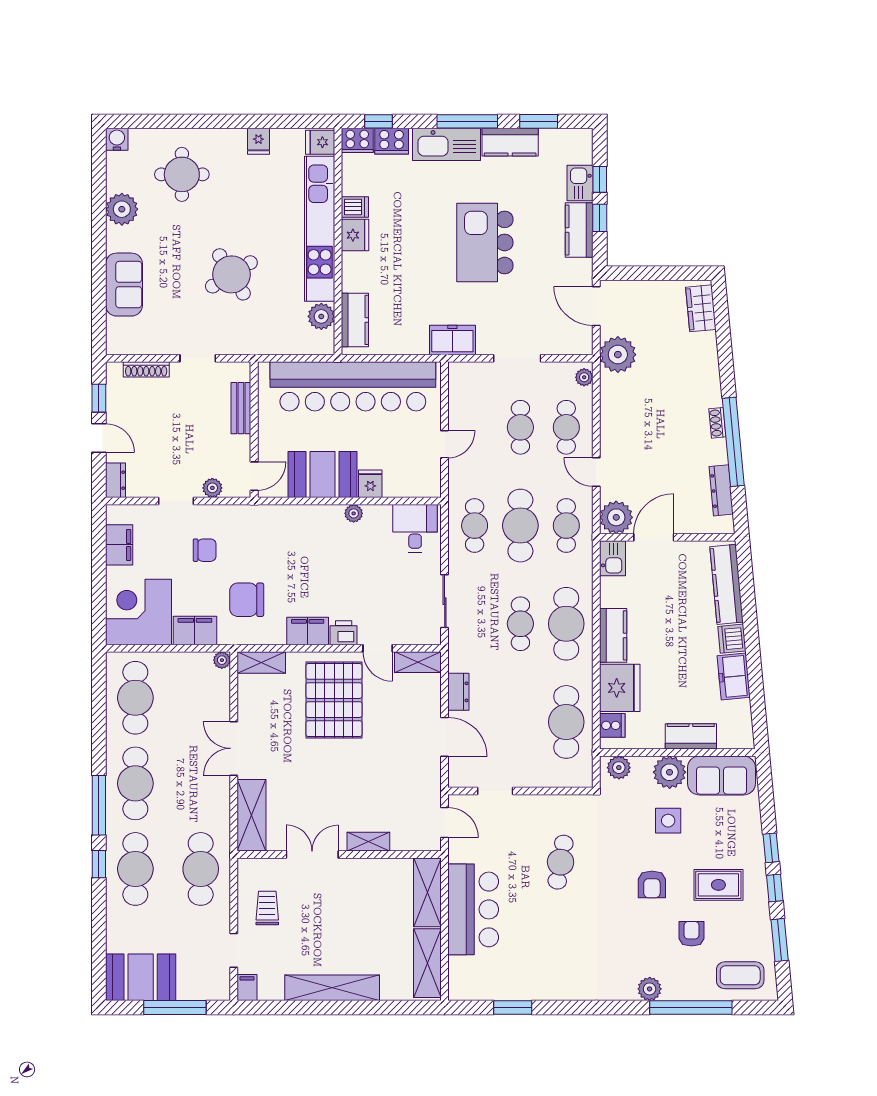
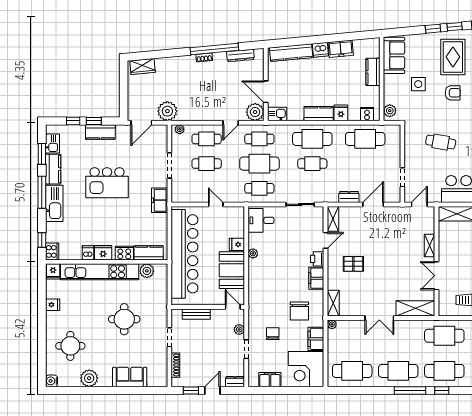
cooker: (392, 141) -> (124, 253), moved, turned -90
kitchen sink: (580, 183) -> (52, 144), moved, turned -90
round table: (231, 274) -> (124, 319), turned 32
fridge: (620, 688) -> (341, 113), width x0.53, depth x0.75
pallet: (334, 700) -> (353, 264), width x0.49, depth x0.50
plant: (670, 772) -> (392, 83), removed
rug: (718, 885) -> (453, 57), width x1.36, depth x1.43

